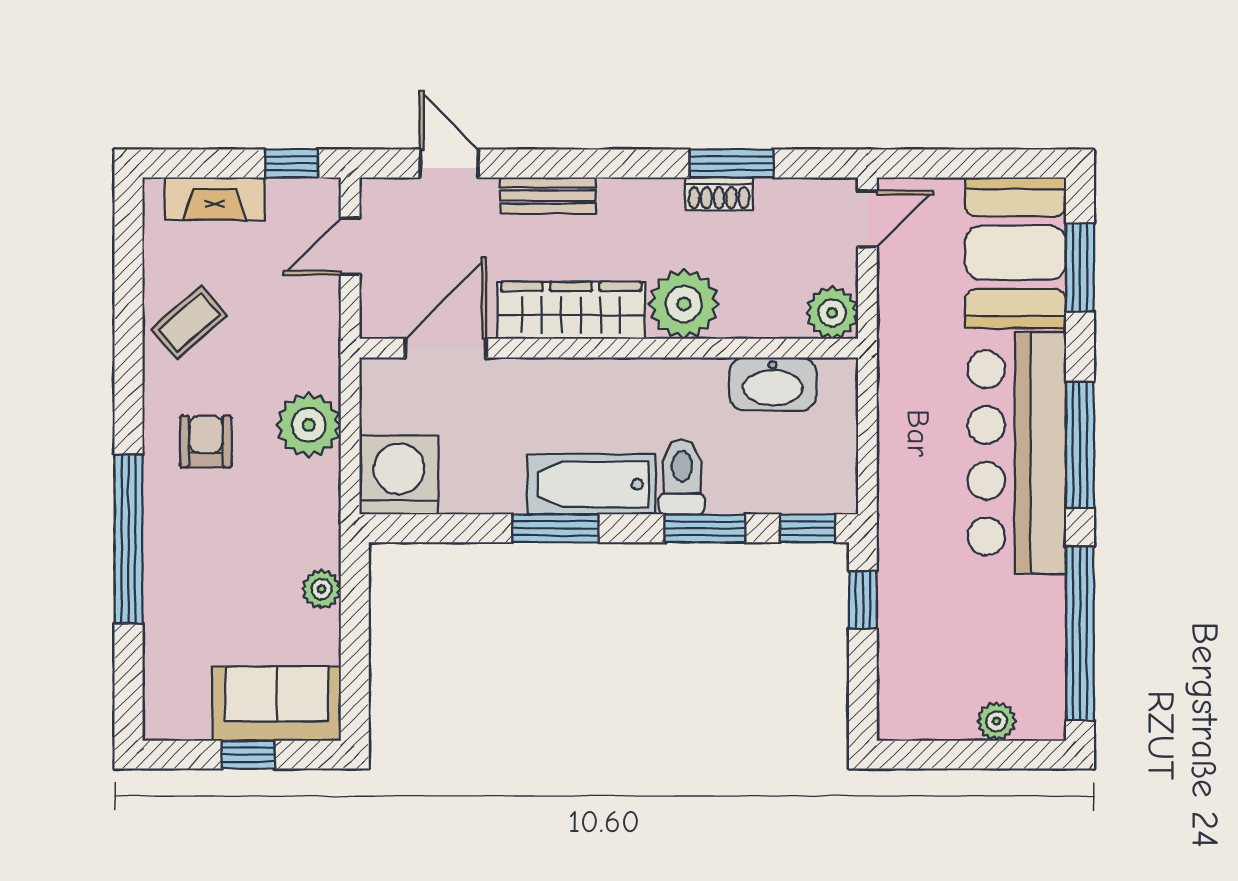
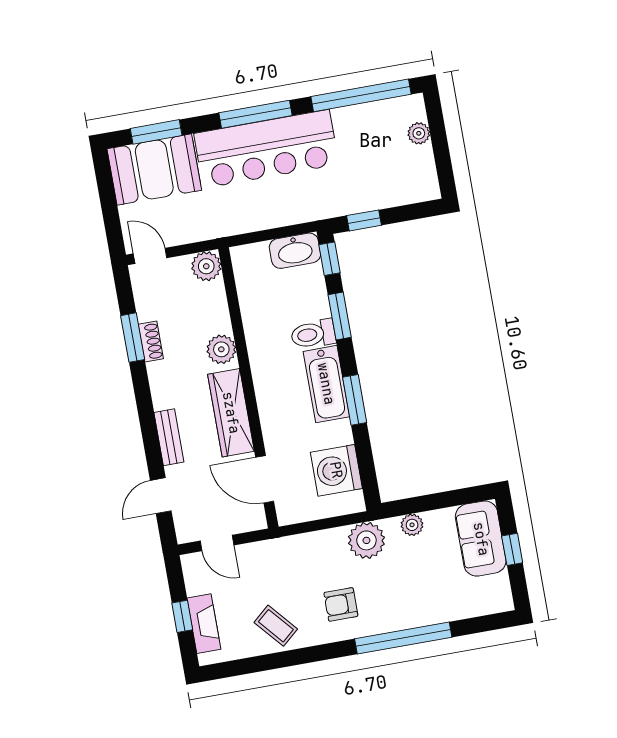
window: (291, 163) -> (182, 616), moved
plant: (684, 304) -> (221, 349), width x0.73, depth x0.73
washbasin: (773, 384) -> (295, 251), moved, turned 90
plant: (309, 425) -> (366, 540), moved
washing machine: (399, 475) -> (336, 470), moved

